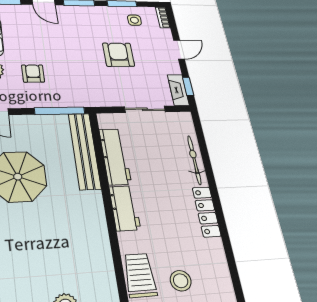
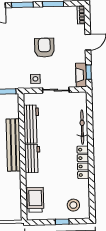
side table: (134, 20) -> (35, 79), moved
bench: (84, 151) -> (13, 145), moved
stool: (181, 281) -> (73, 205), moved

